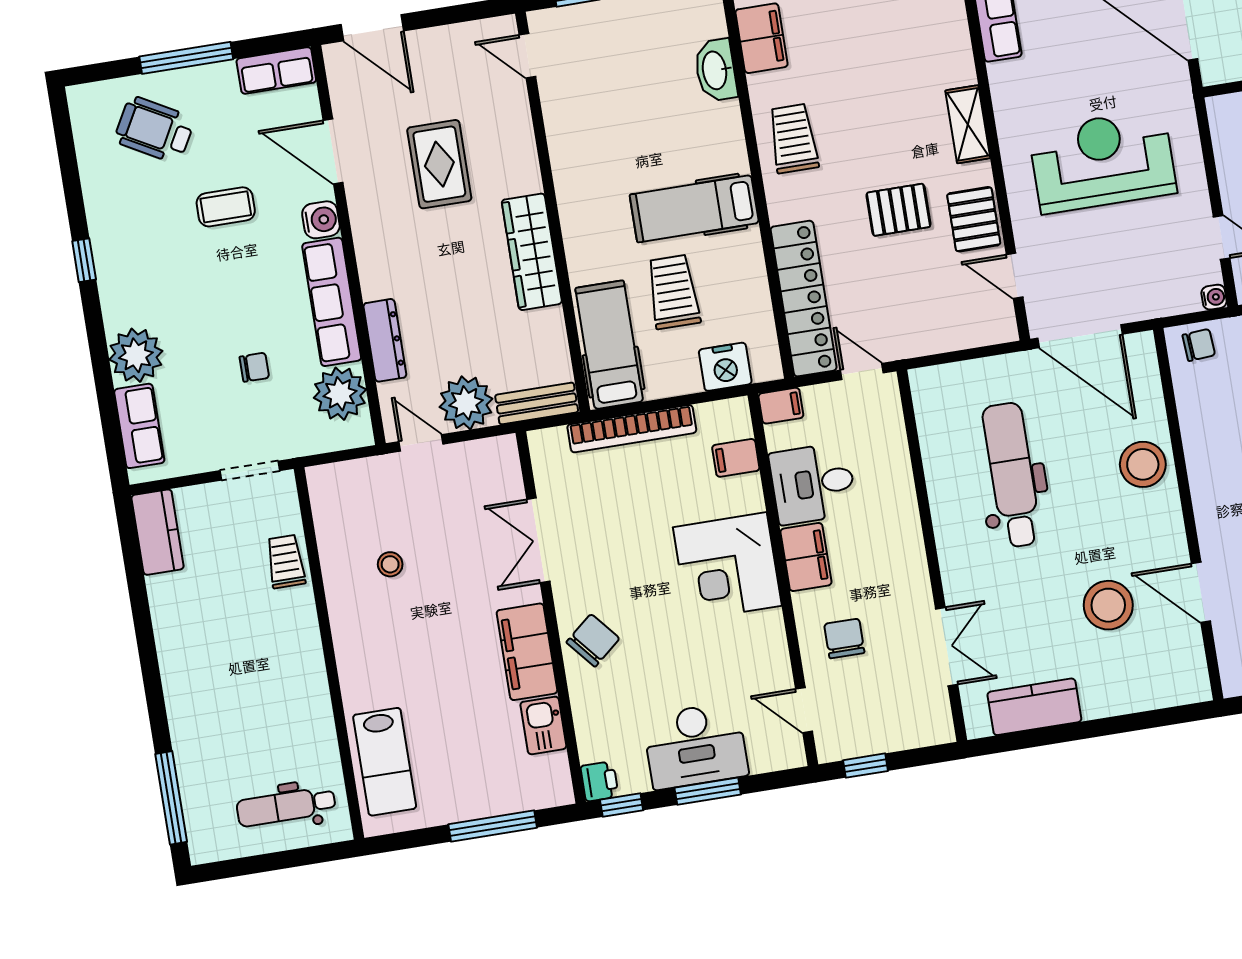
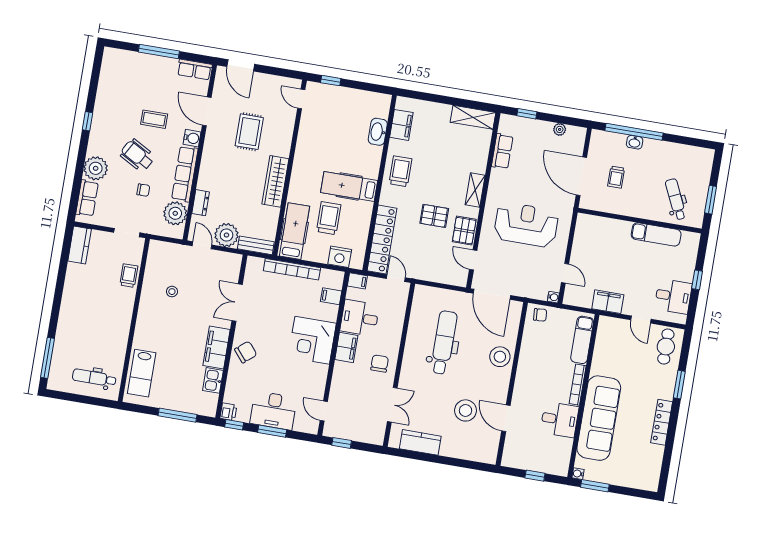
wheelchair: (154, 130) -> (137, 155), moved
dresser: (385, 340) -> (201, 203), width x0.70
chair: (844, 638) -> (380, 363), moved

